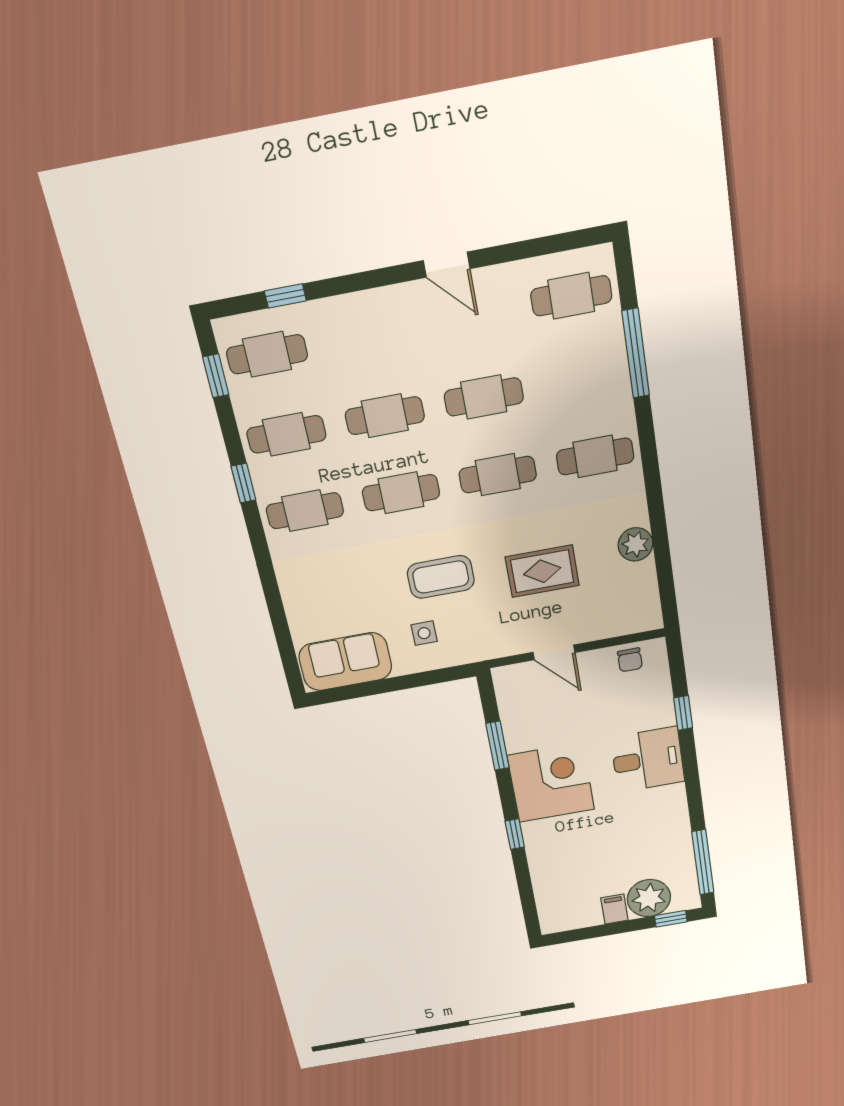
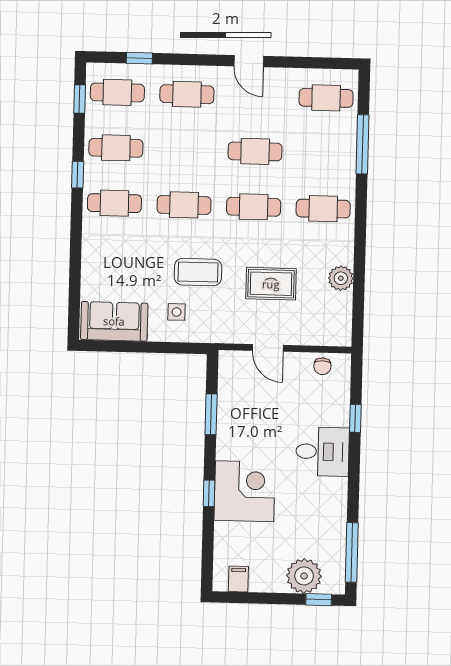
cafe table: (385, 416) -> (187, 94), moved
corner desk: (551, 782) -> (245, 491), moved
filing cabinet: (614, 909) -> (238, 579), moved

